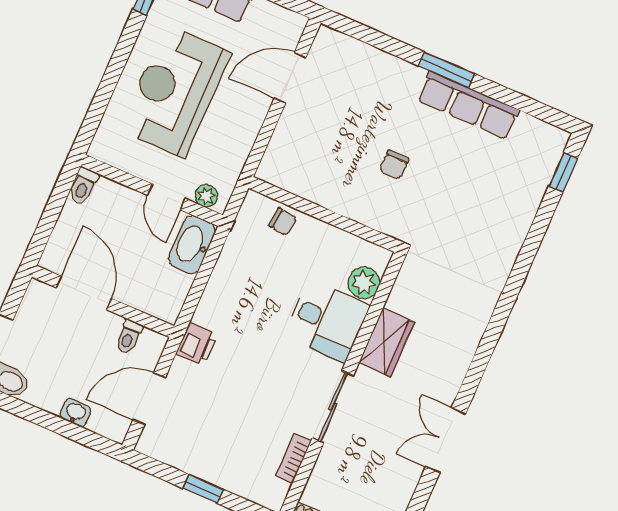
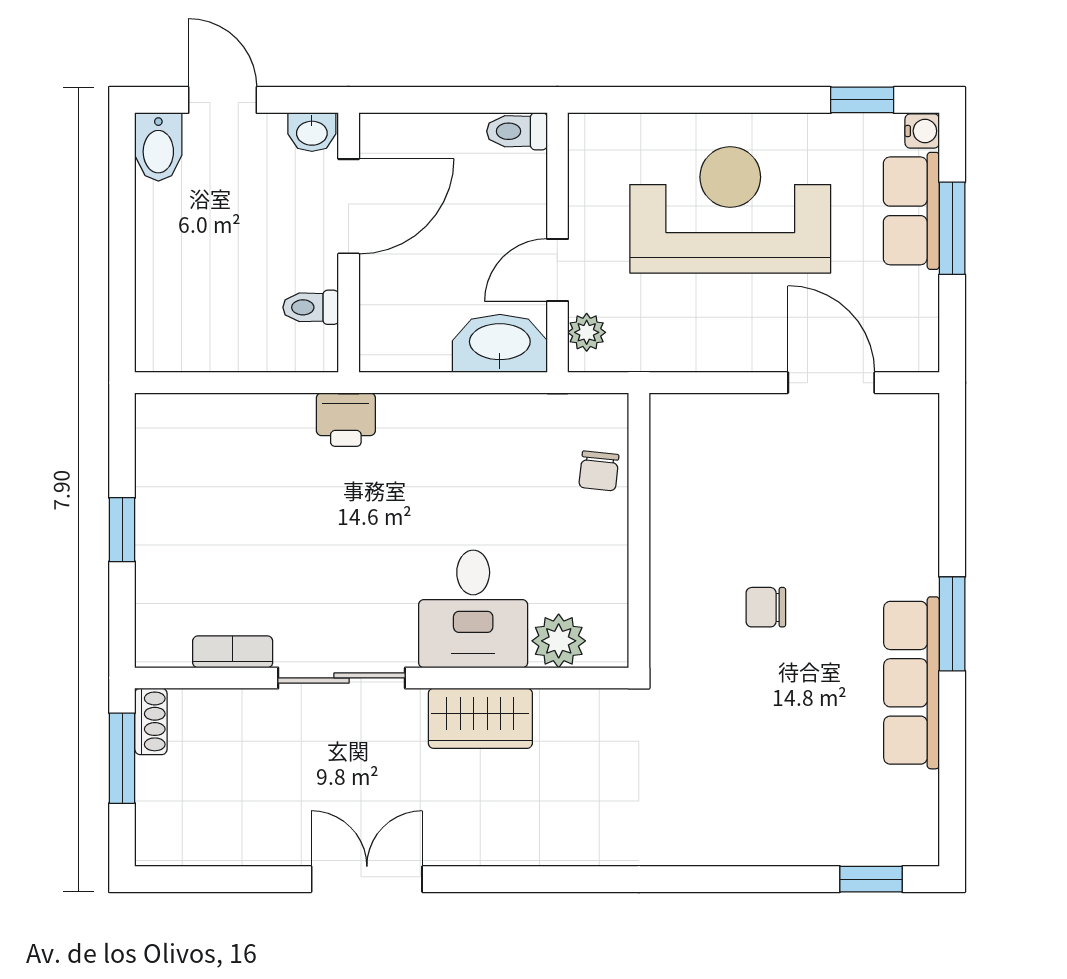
door: (149, 399) -> (227, 383), removed
washbasin: (75, 412) -> (312, 132), moved, turned 90

